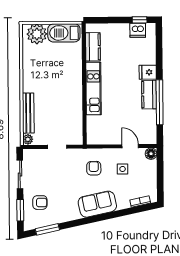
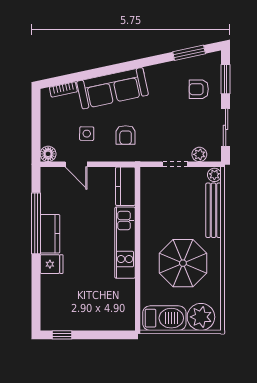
dishwasher: (138, 30) -> (65, 321), removed
kitchen counter: (93, 47) -> (125, 186), moved
parasol: (51, 74) -> (183, 263), added
plant: (39, 154) -> (199, 154), added
sofa: (97, 204) -> (113, 88), width x1.36

